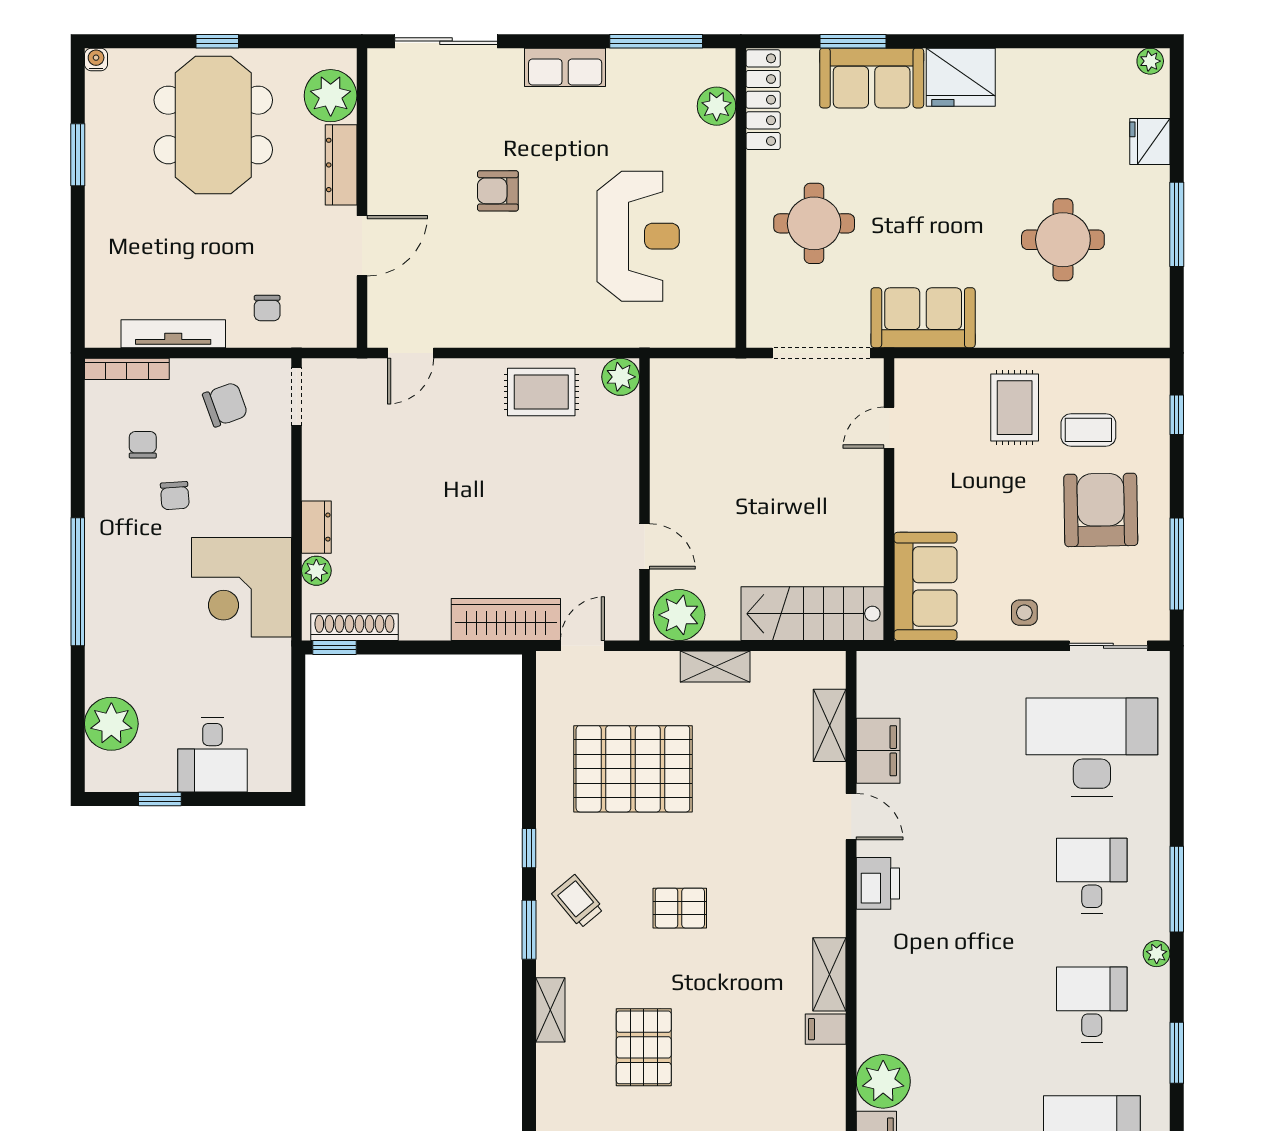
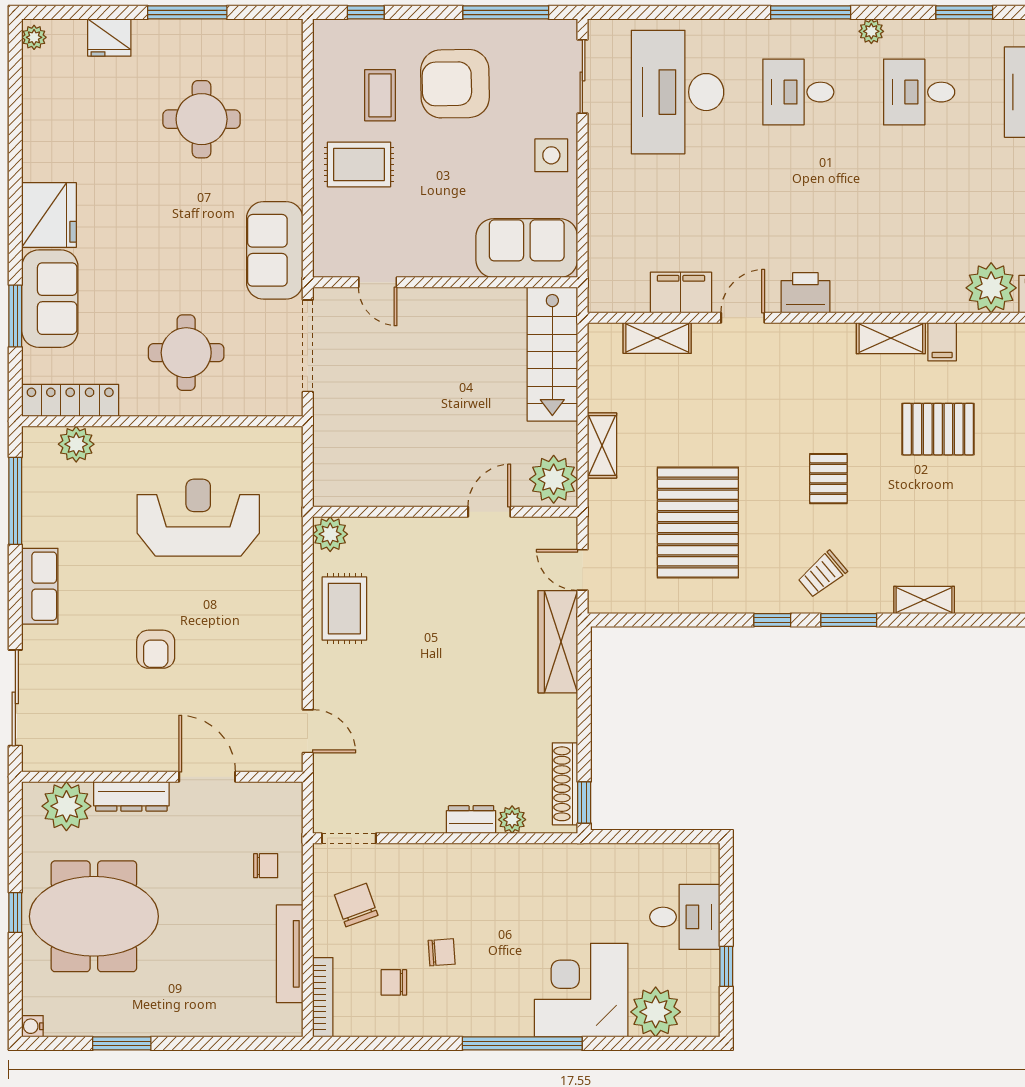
corner desk: (241, 587) -> (581, 990), moved, turned 180
side table: (1024, 613) -> (551, 155), width x1.37, depth x1.37
pallet: (644, 1047) -> (938, 429), moved

